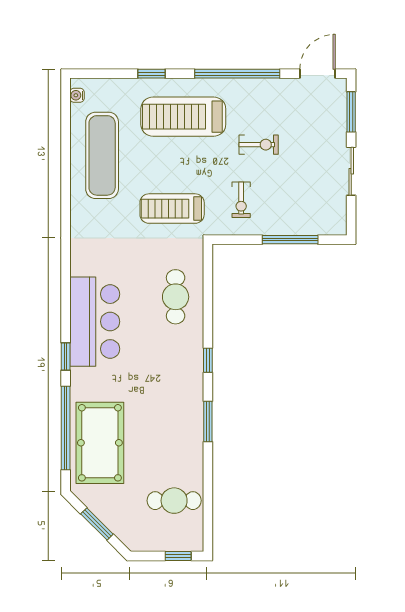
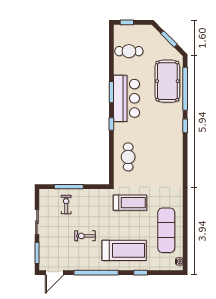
exercise bike: (241, 200) -> (66, 204), moved
bar counter: (95, 322) -> (126, 98), moved, turned 180

